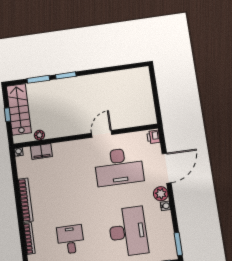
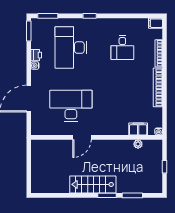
stairs: (19, 109) -> (93, 184), moved, turned 90
printer: (153, 137) -> (36, 55), moved
plant: (161, 194) -> (37, 77), removed

